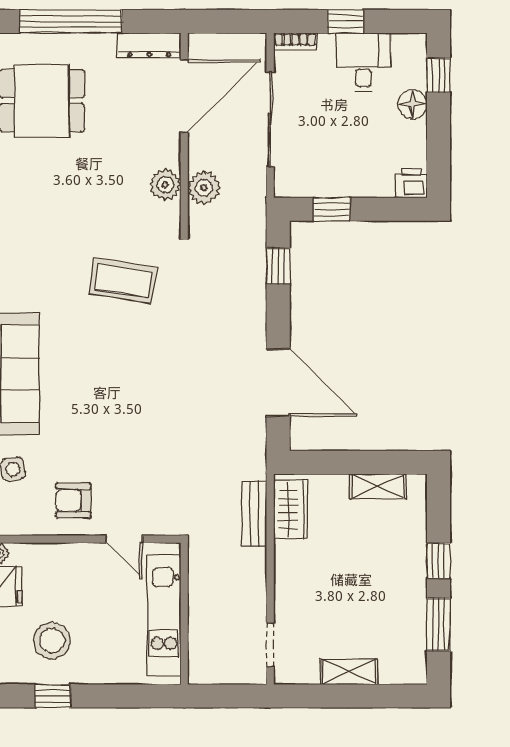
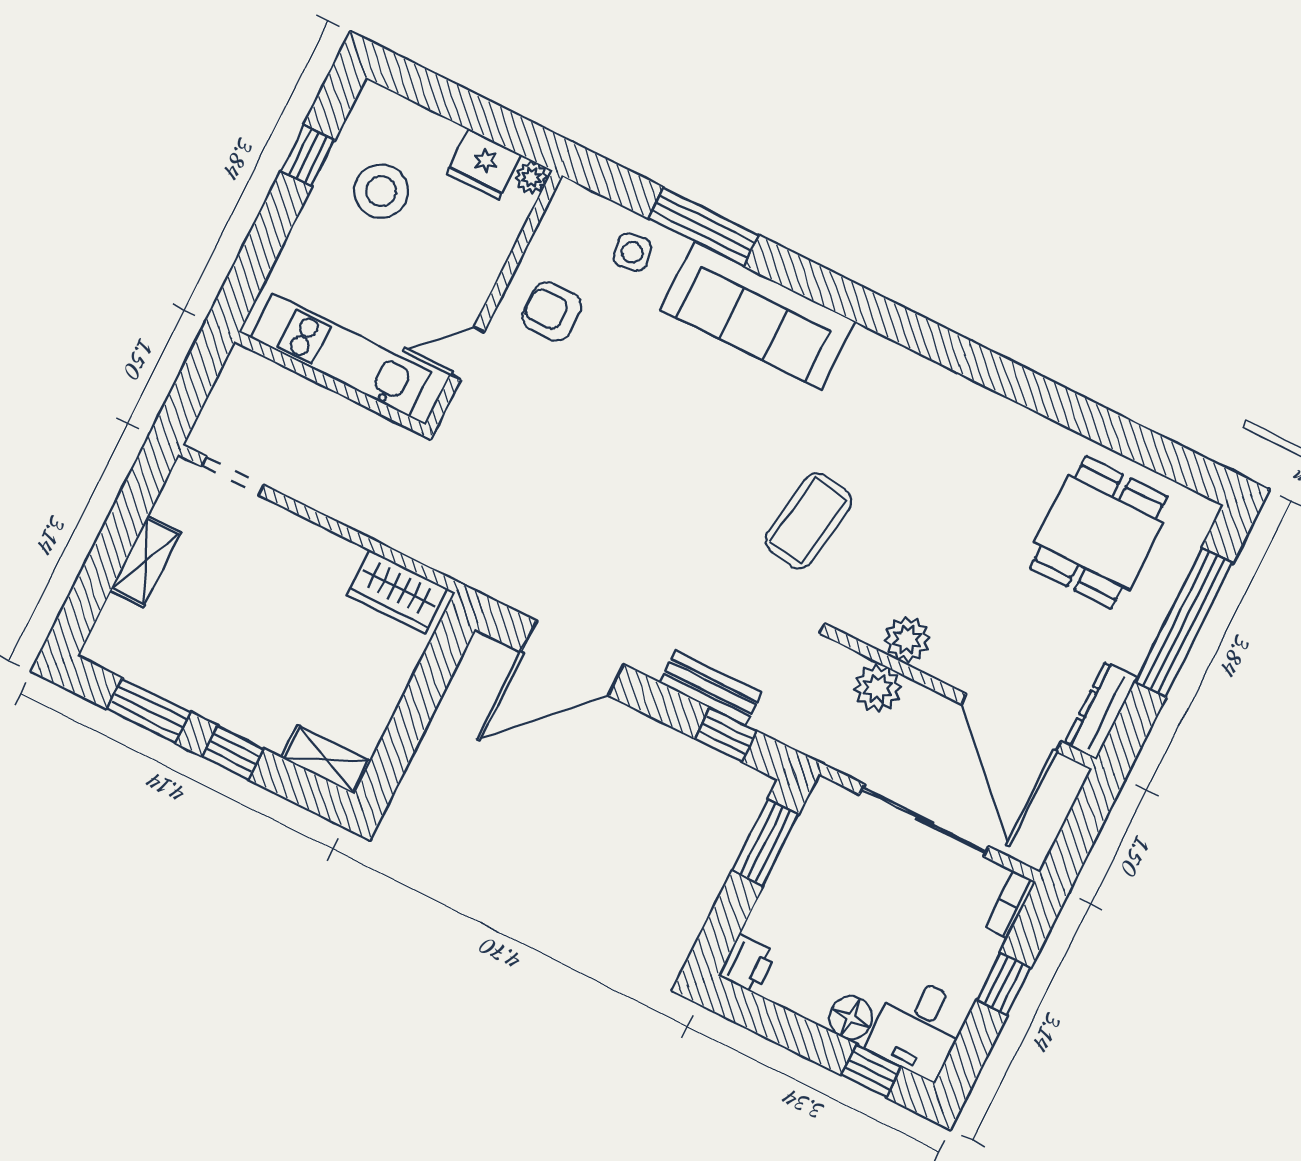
desk: (364, 62) -> (918, 1027), moved, turned 90
window: (332, 209) -> (766, 842), width x1.50
shelving: (378, 486) -> (326, 760), moved, turned 90
armchair: (73, 500) -> (552, 311), turned -90
bench: (254, 514) -> (710, 688), moved

